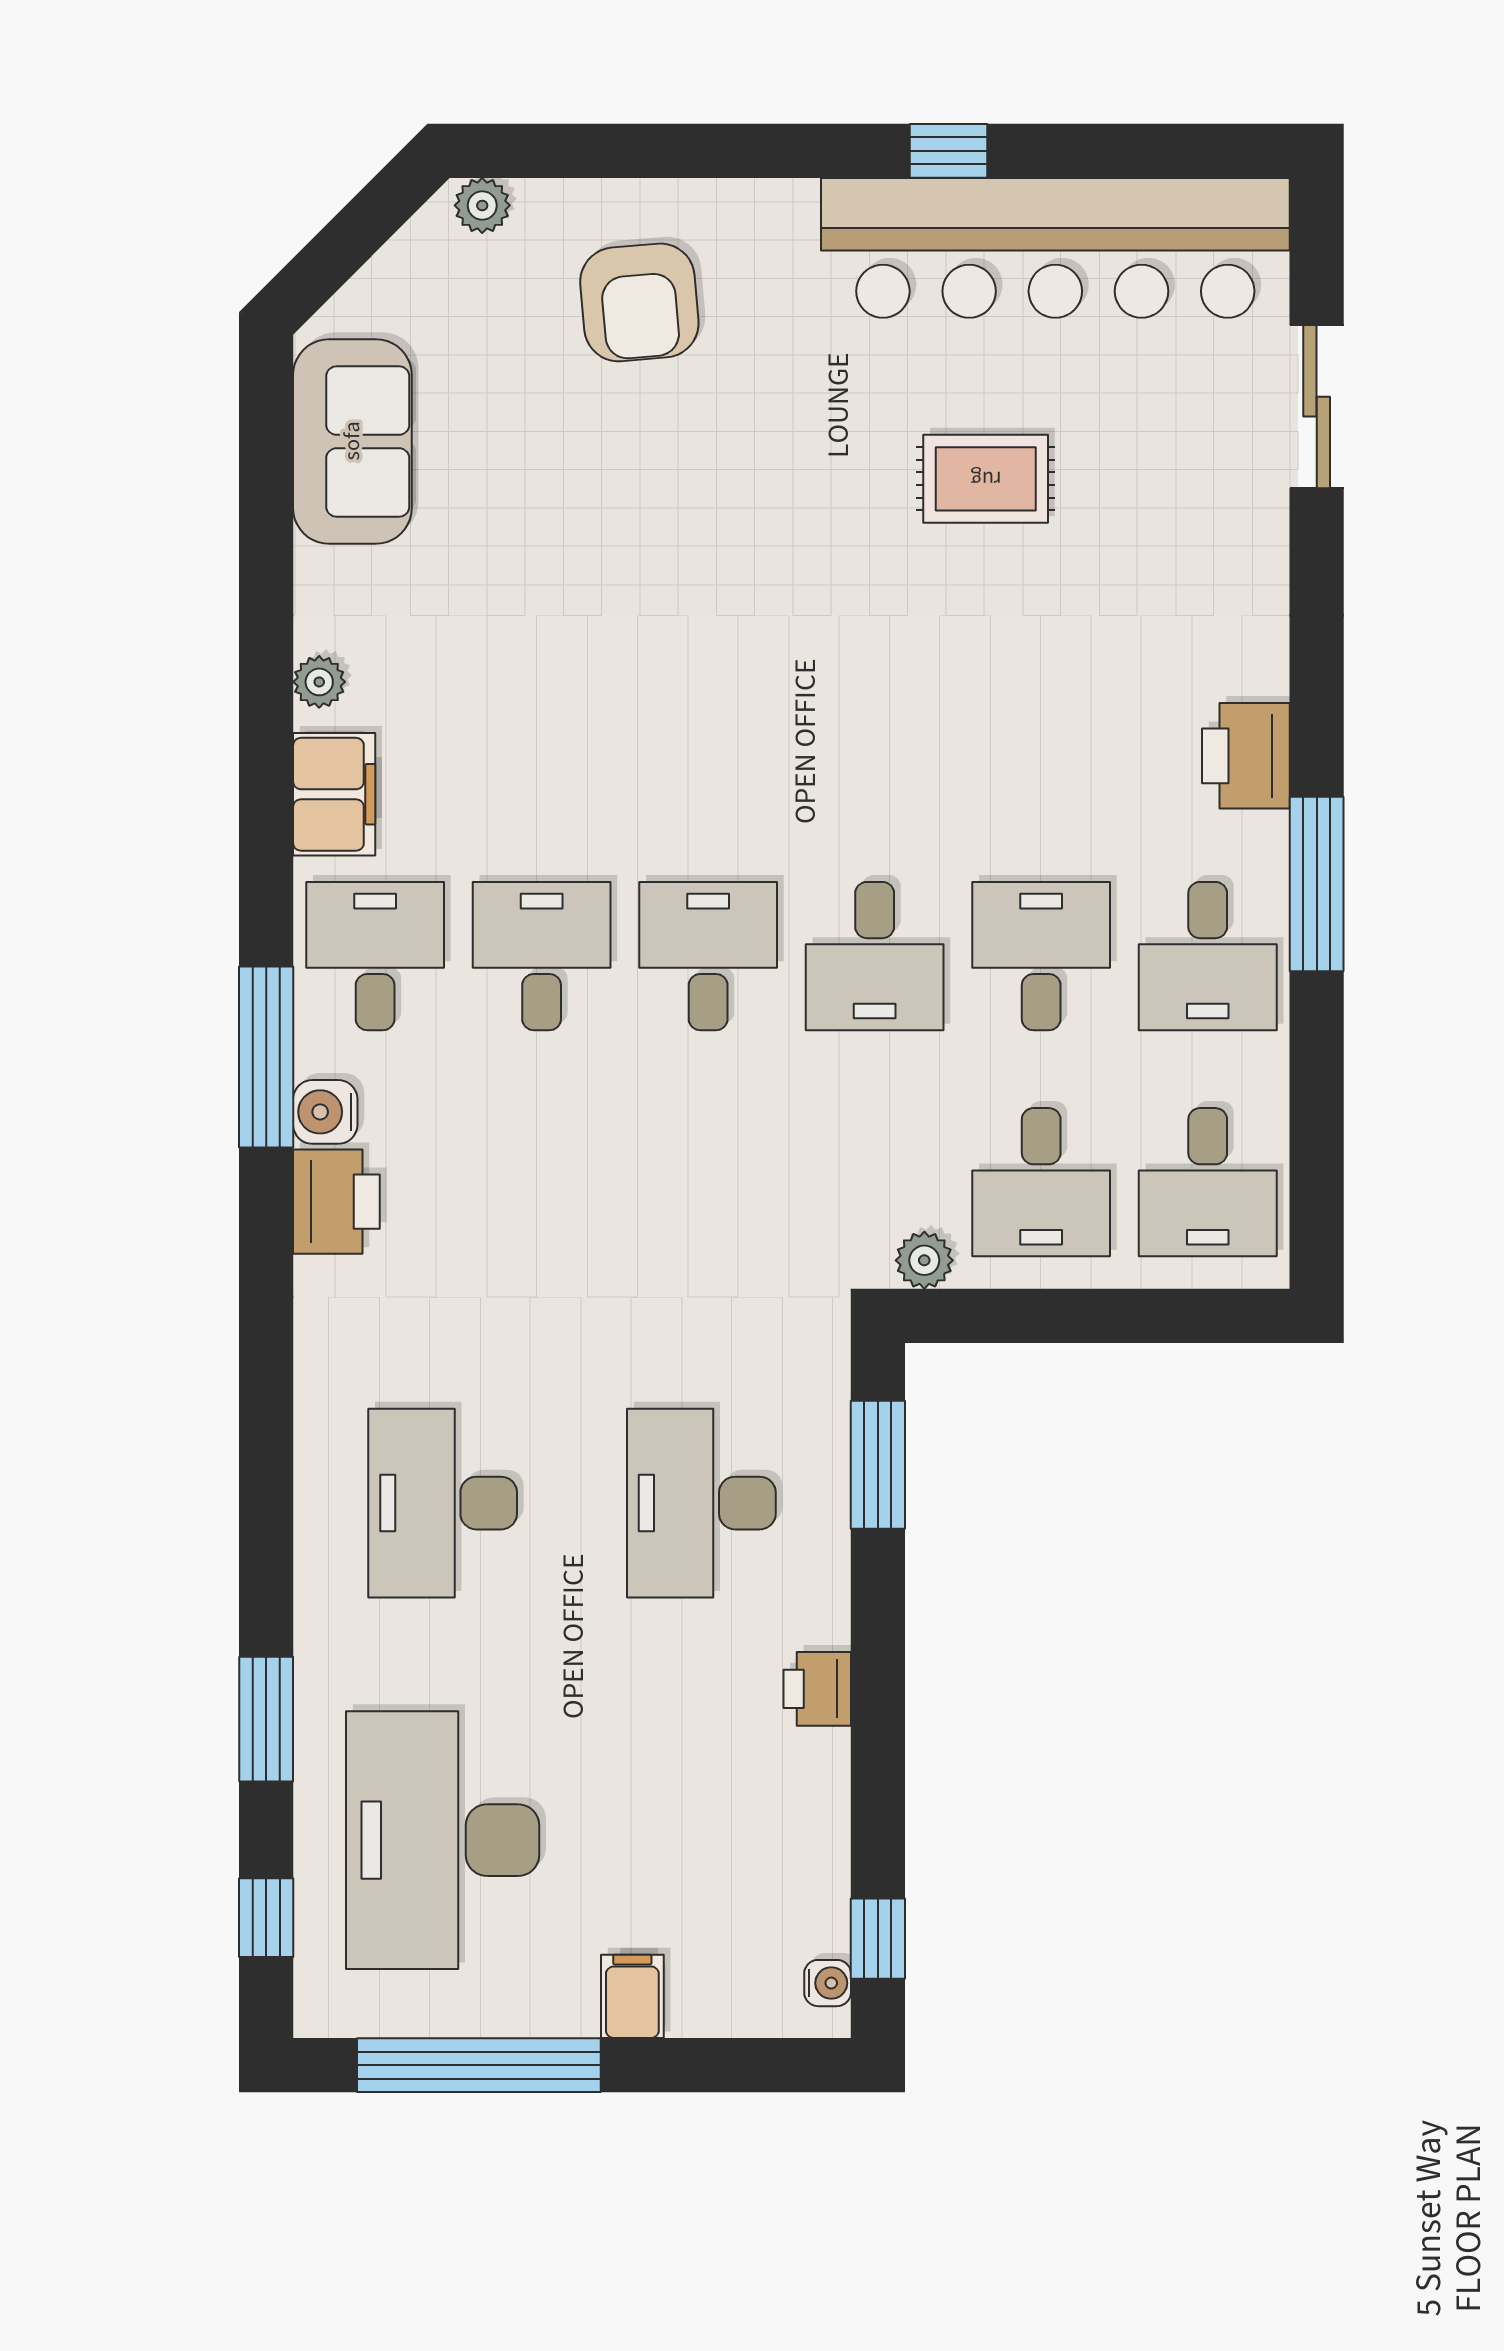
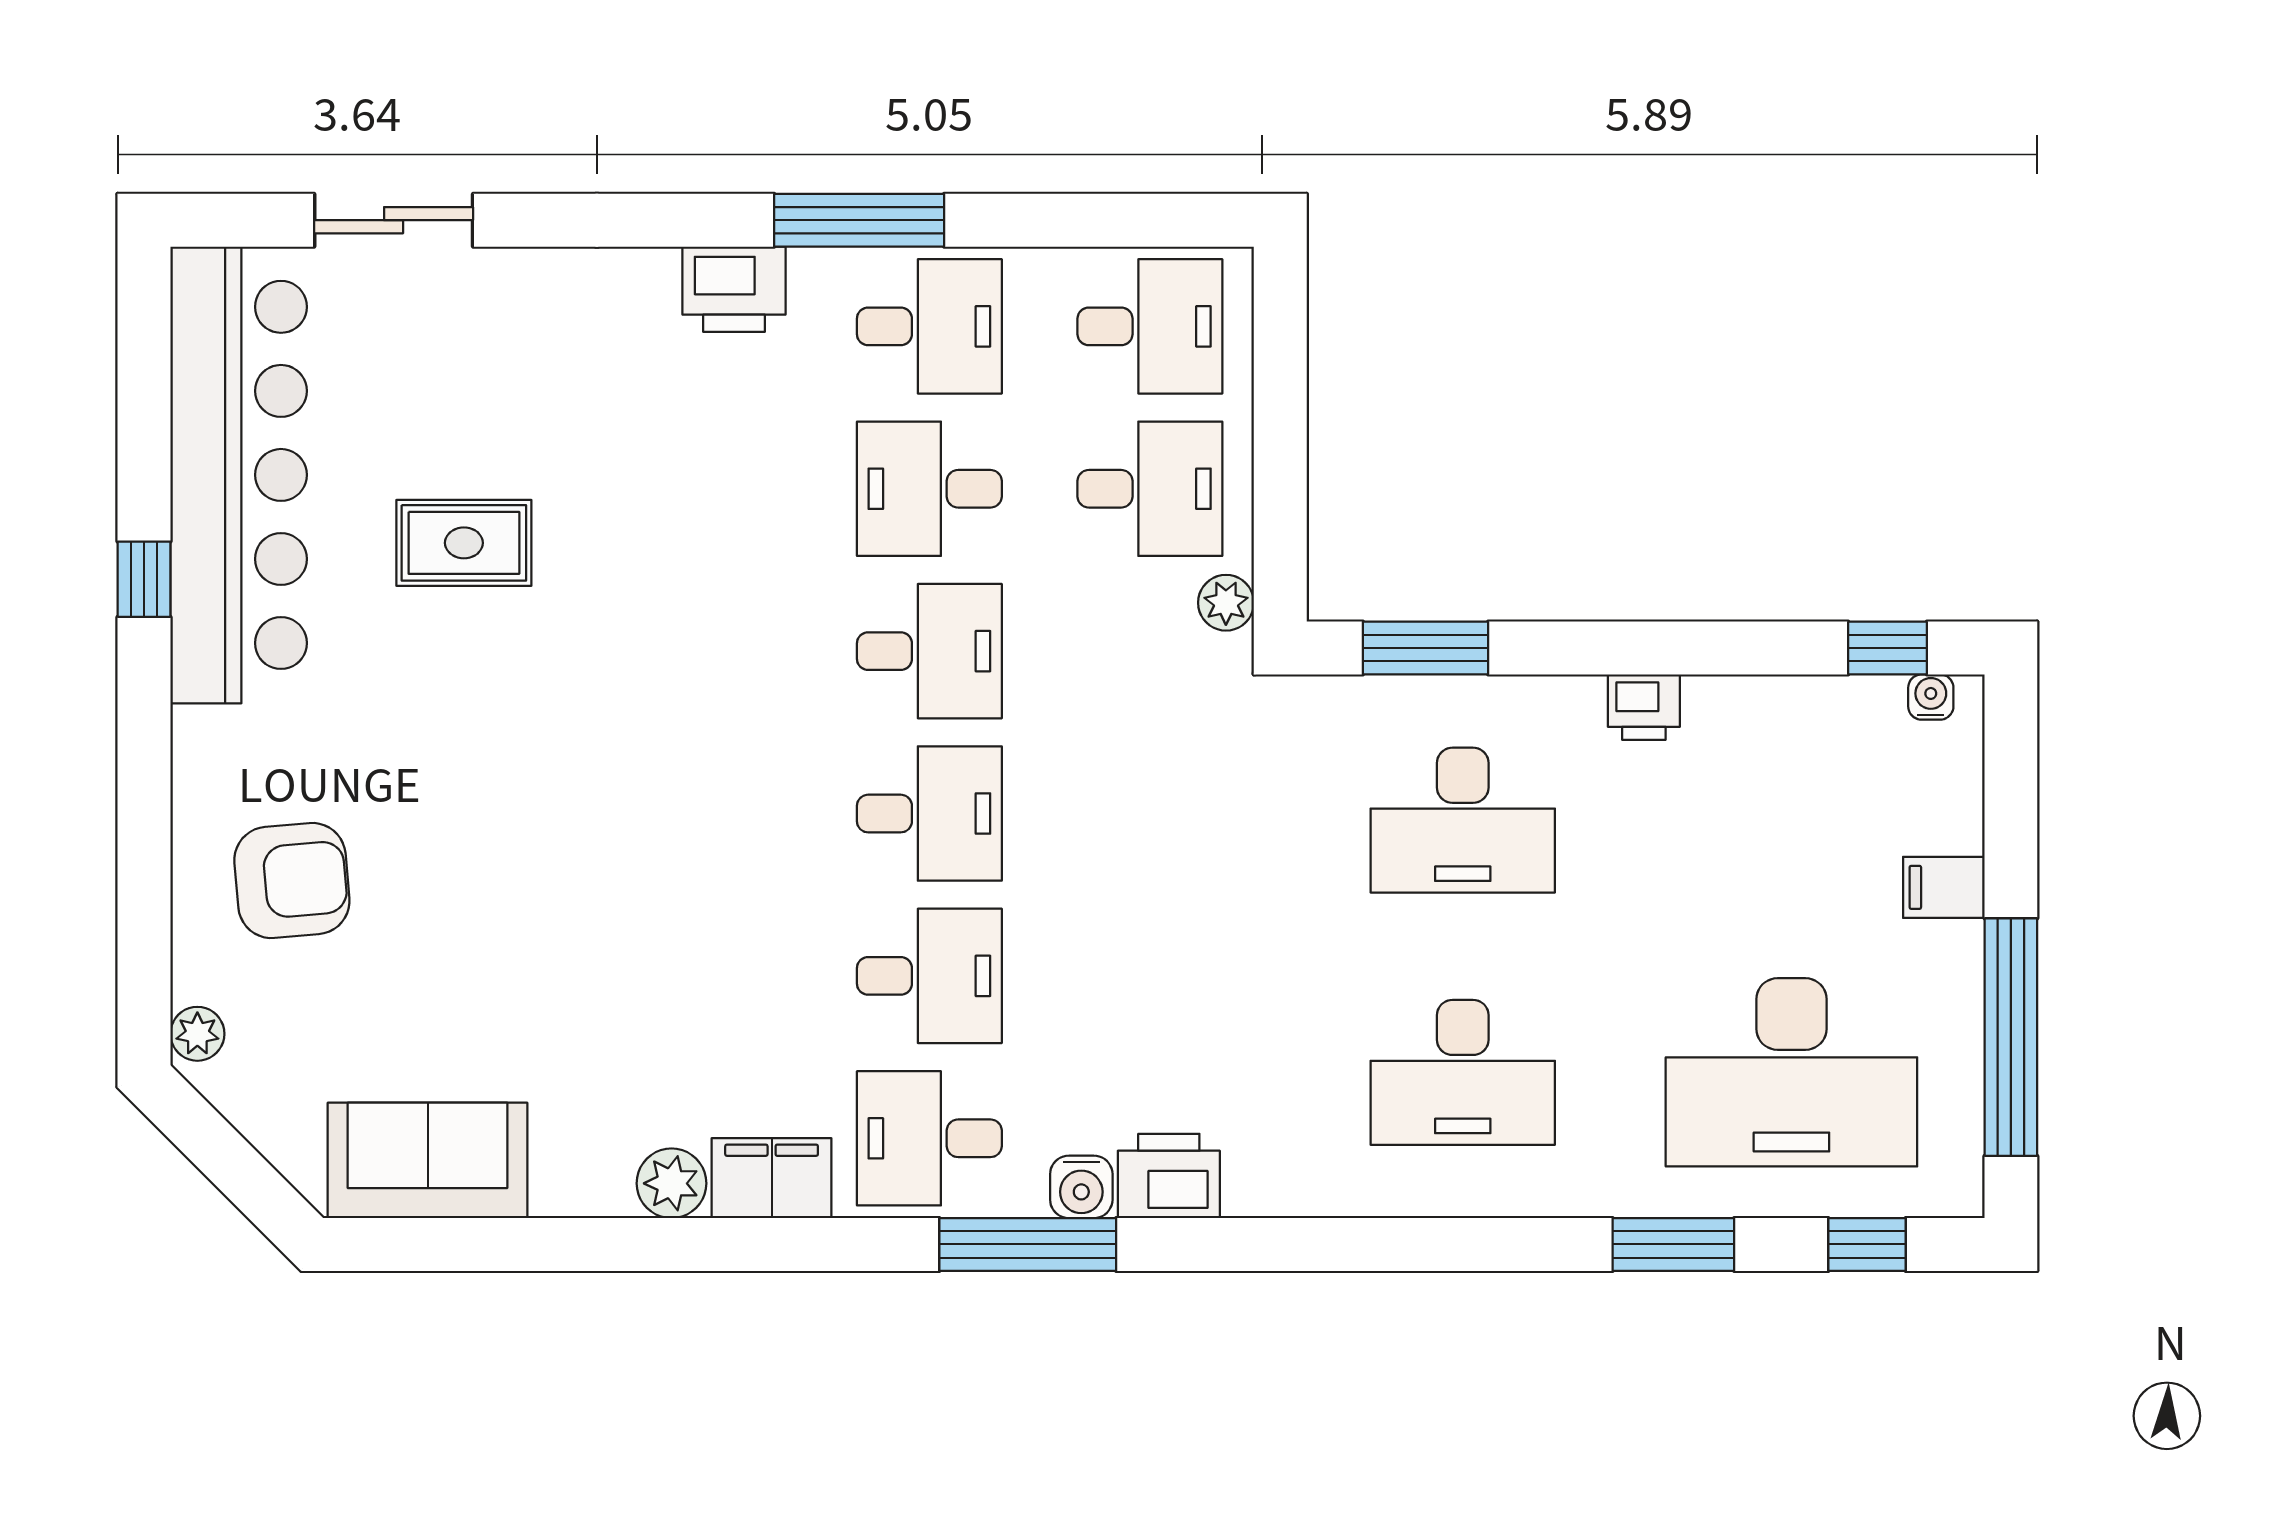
rug: (986, 479) -> (464, 543), turned 90
plant: (319, 682) -> (672, 1183), width x1.38, depth x1.38
desk: (542, 956) -> (929, 976), turned 180
desk: (708, 956) -> (929, 814), turned 180

